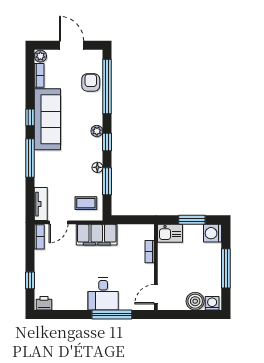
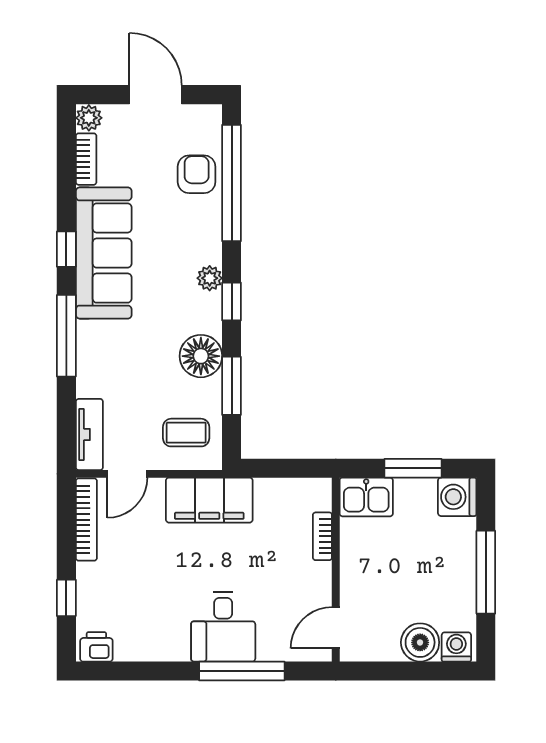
floor lamp: (97, 167) -> (201, 356), width x1.89, depth x1.89
bookcase: (39, 237) -> (86, 520), width x1.56

